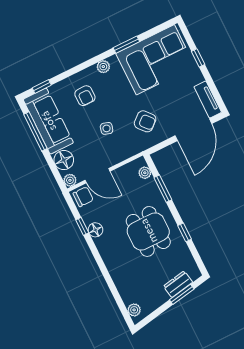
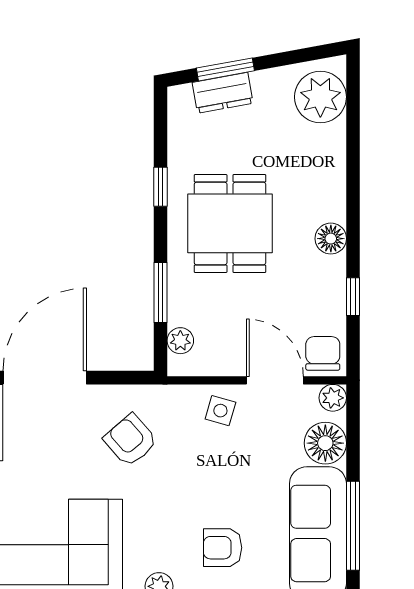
armchair: (85, 96) -> (223, 548), turned -90
side table: (107, 128) -> (220, 411), moved
chair: (83, 197) -> (323, 353), turned 90
floor lamp: (95, 230) -> (331, 239), moved
plant: (134, 310) -> (320, 97), width x1.87, depth x1.87

